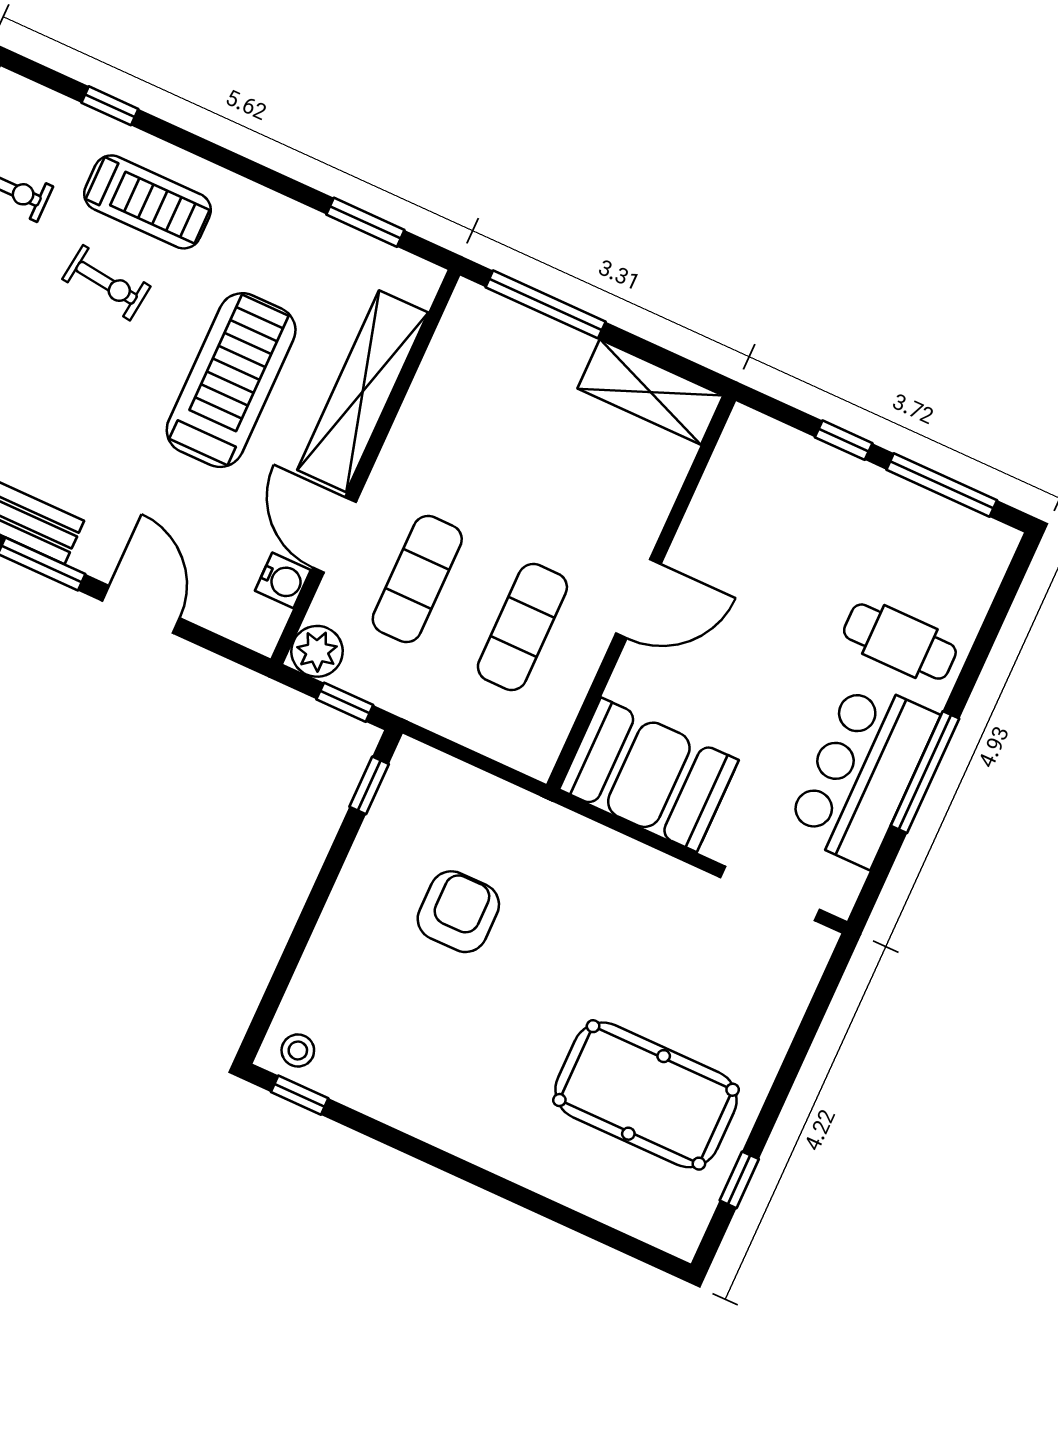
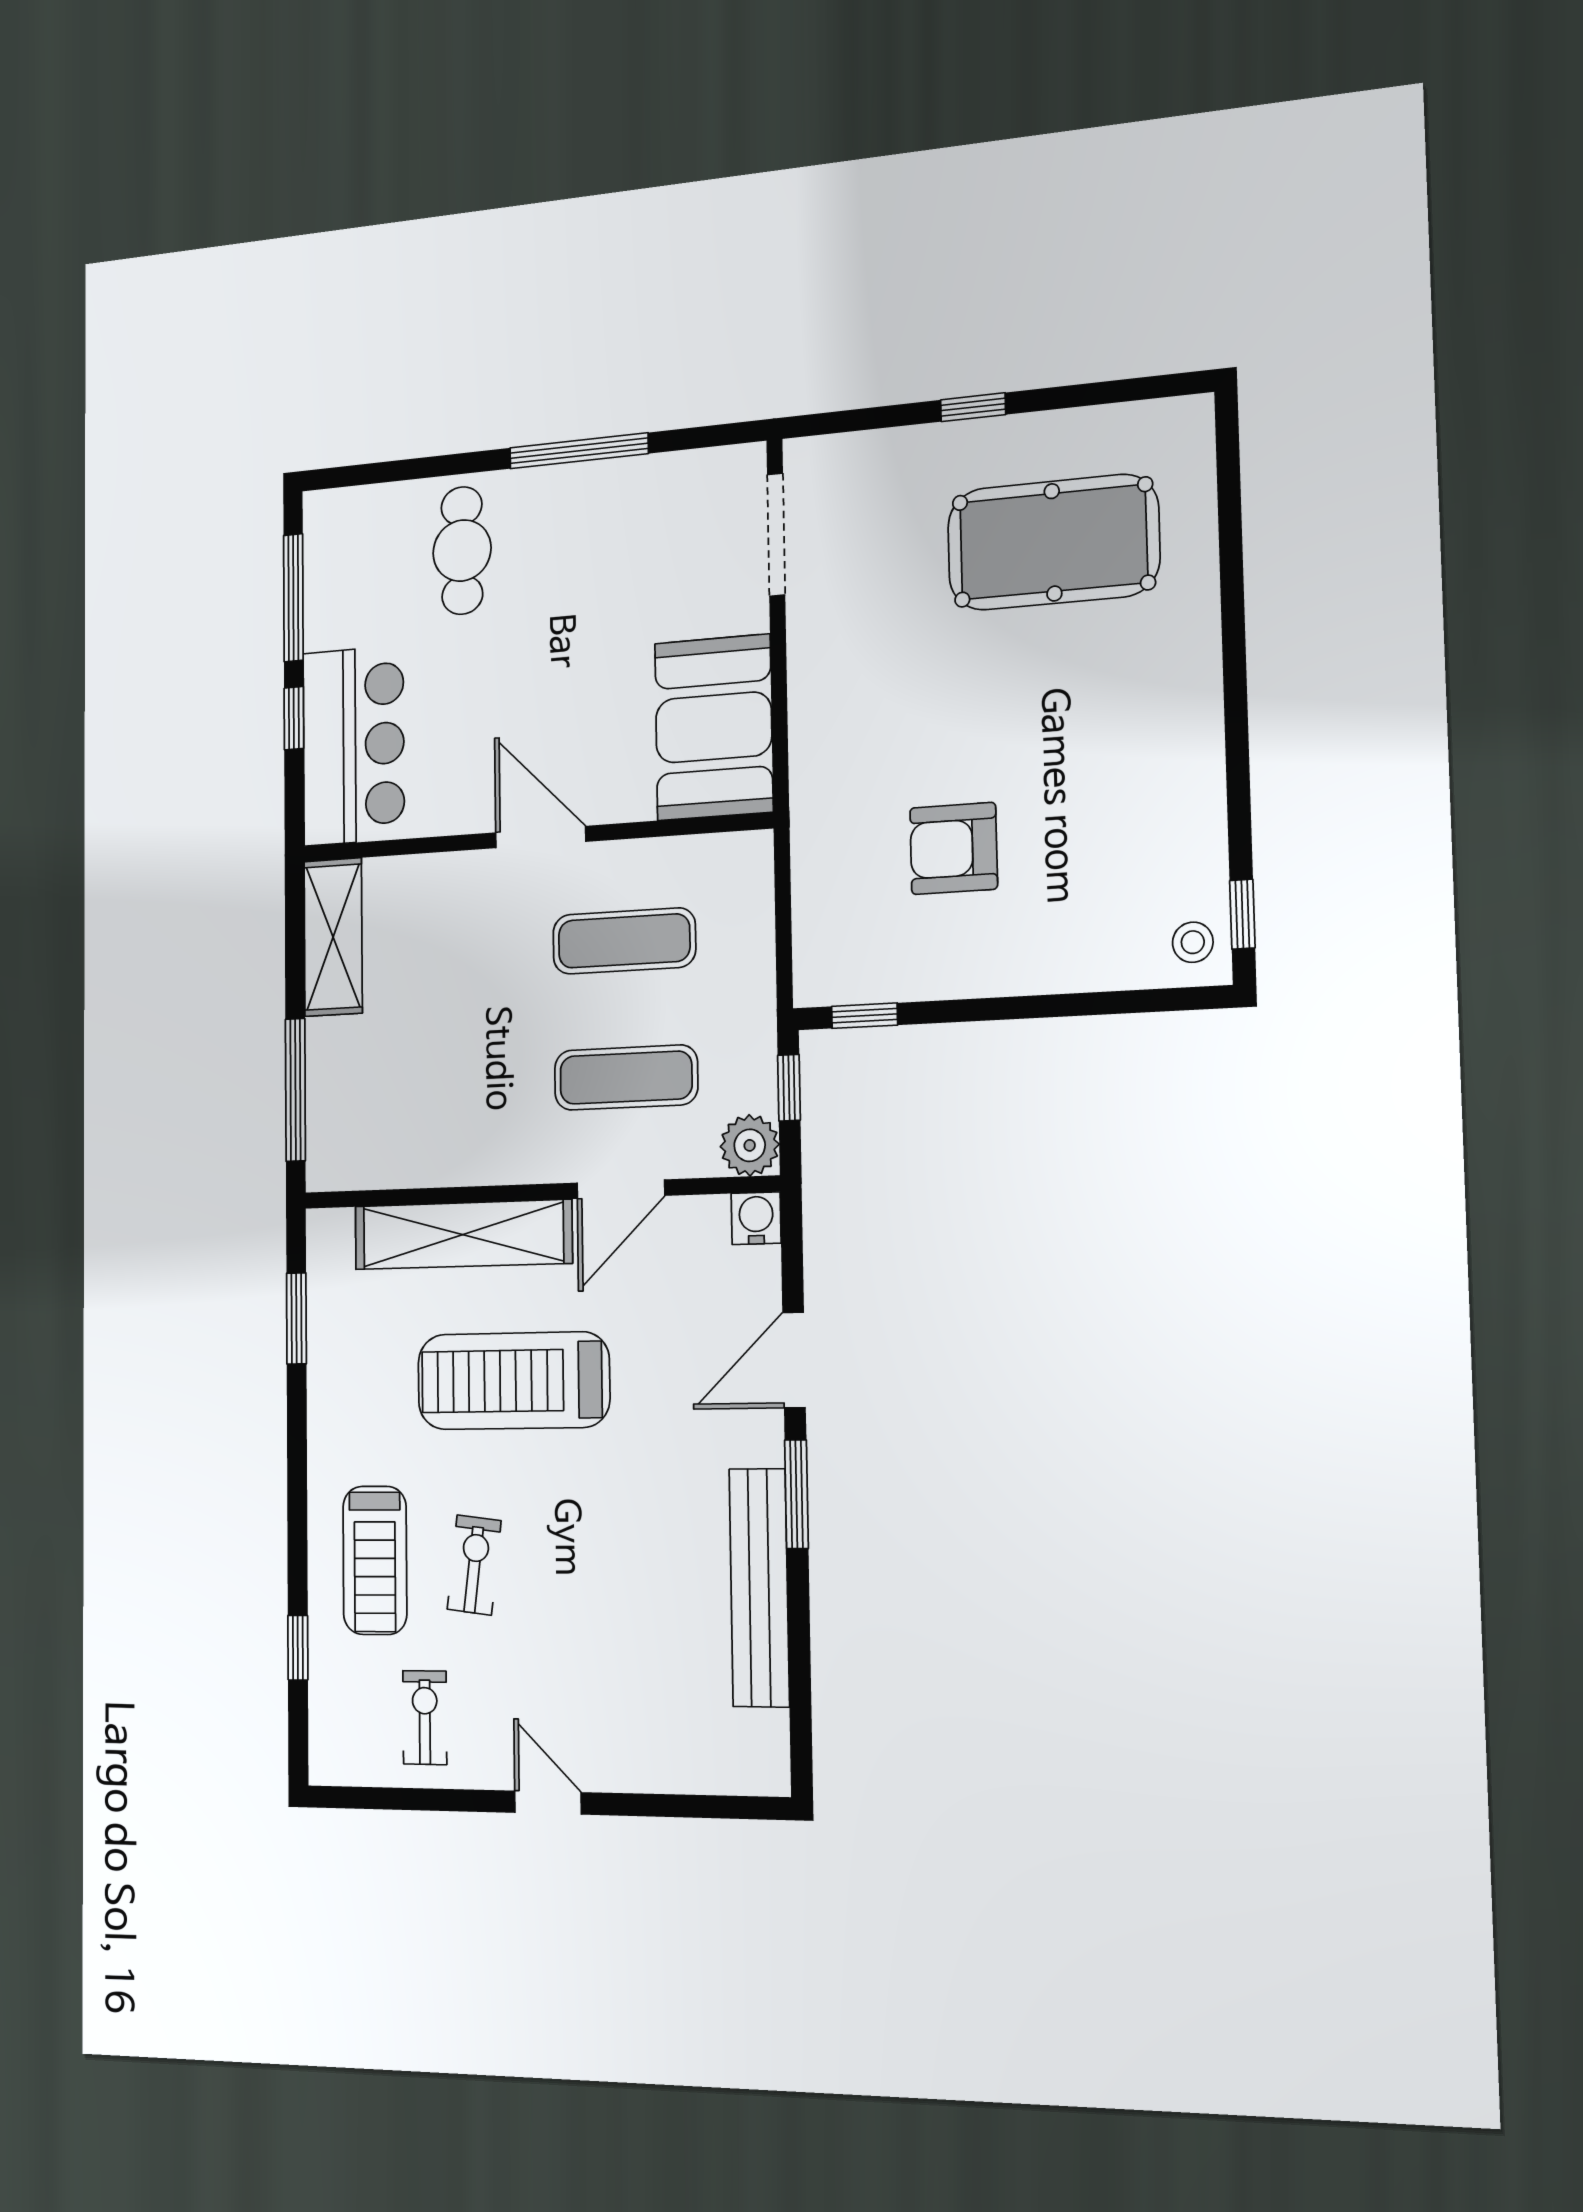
treadmill: (147, 202) -> (375, 1560), turned 180
water cooler: (283, 580) -> (756, 1218), moved
bar counter: (862, 773) -> (353, 746), moved, turned -90
pool table: (646, 1095) -> (1053, 542), turned 90
window: (739, 1180) -> (973, 407), moved

